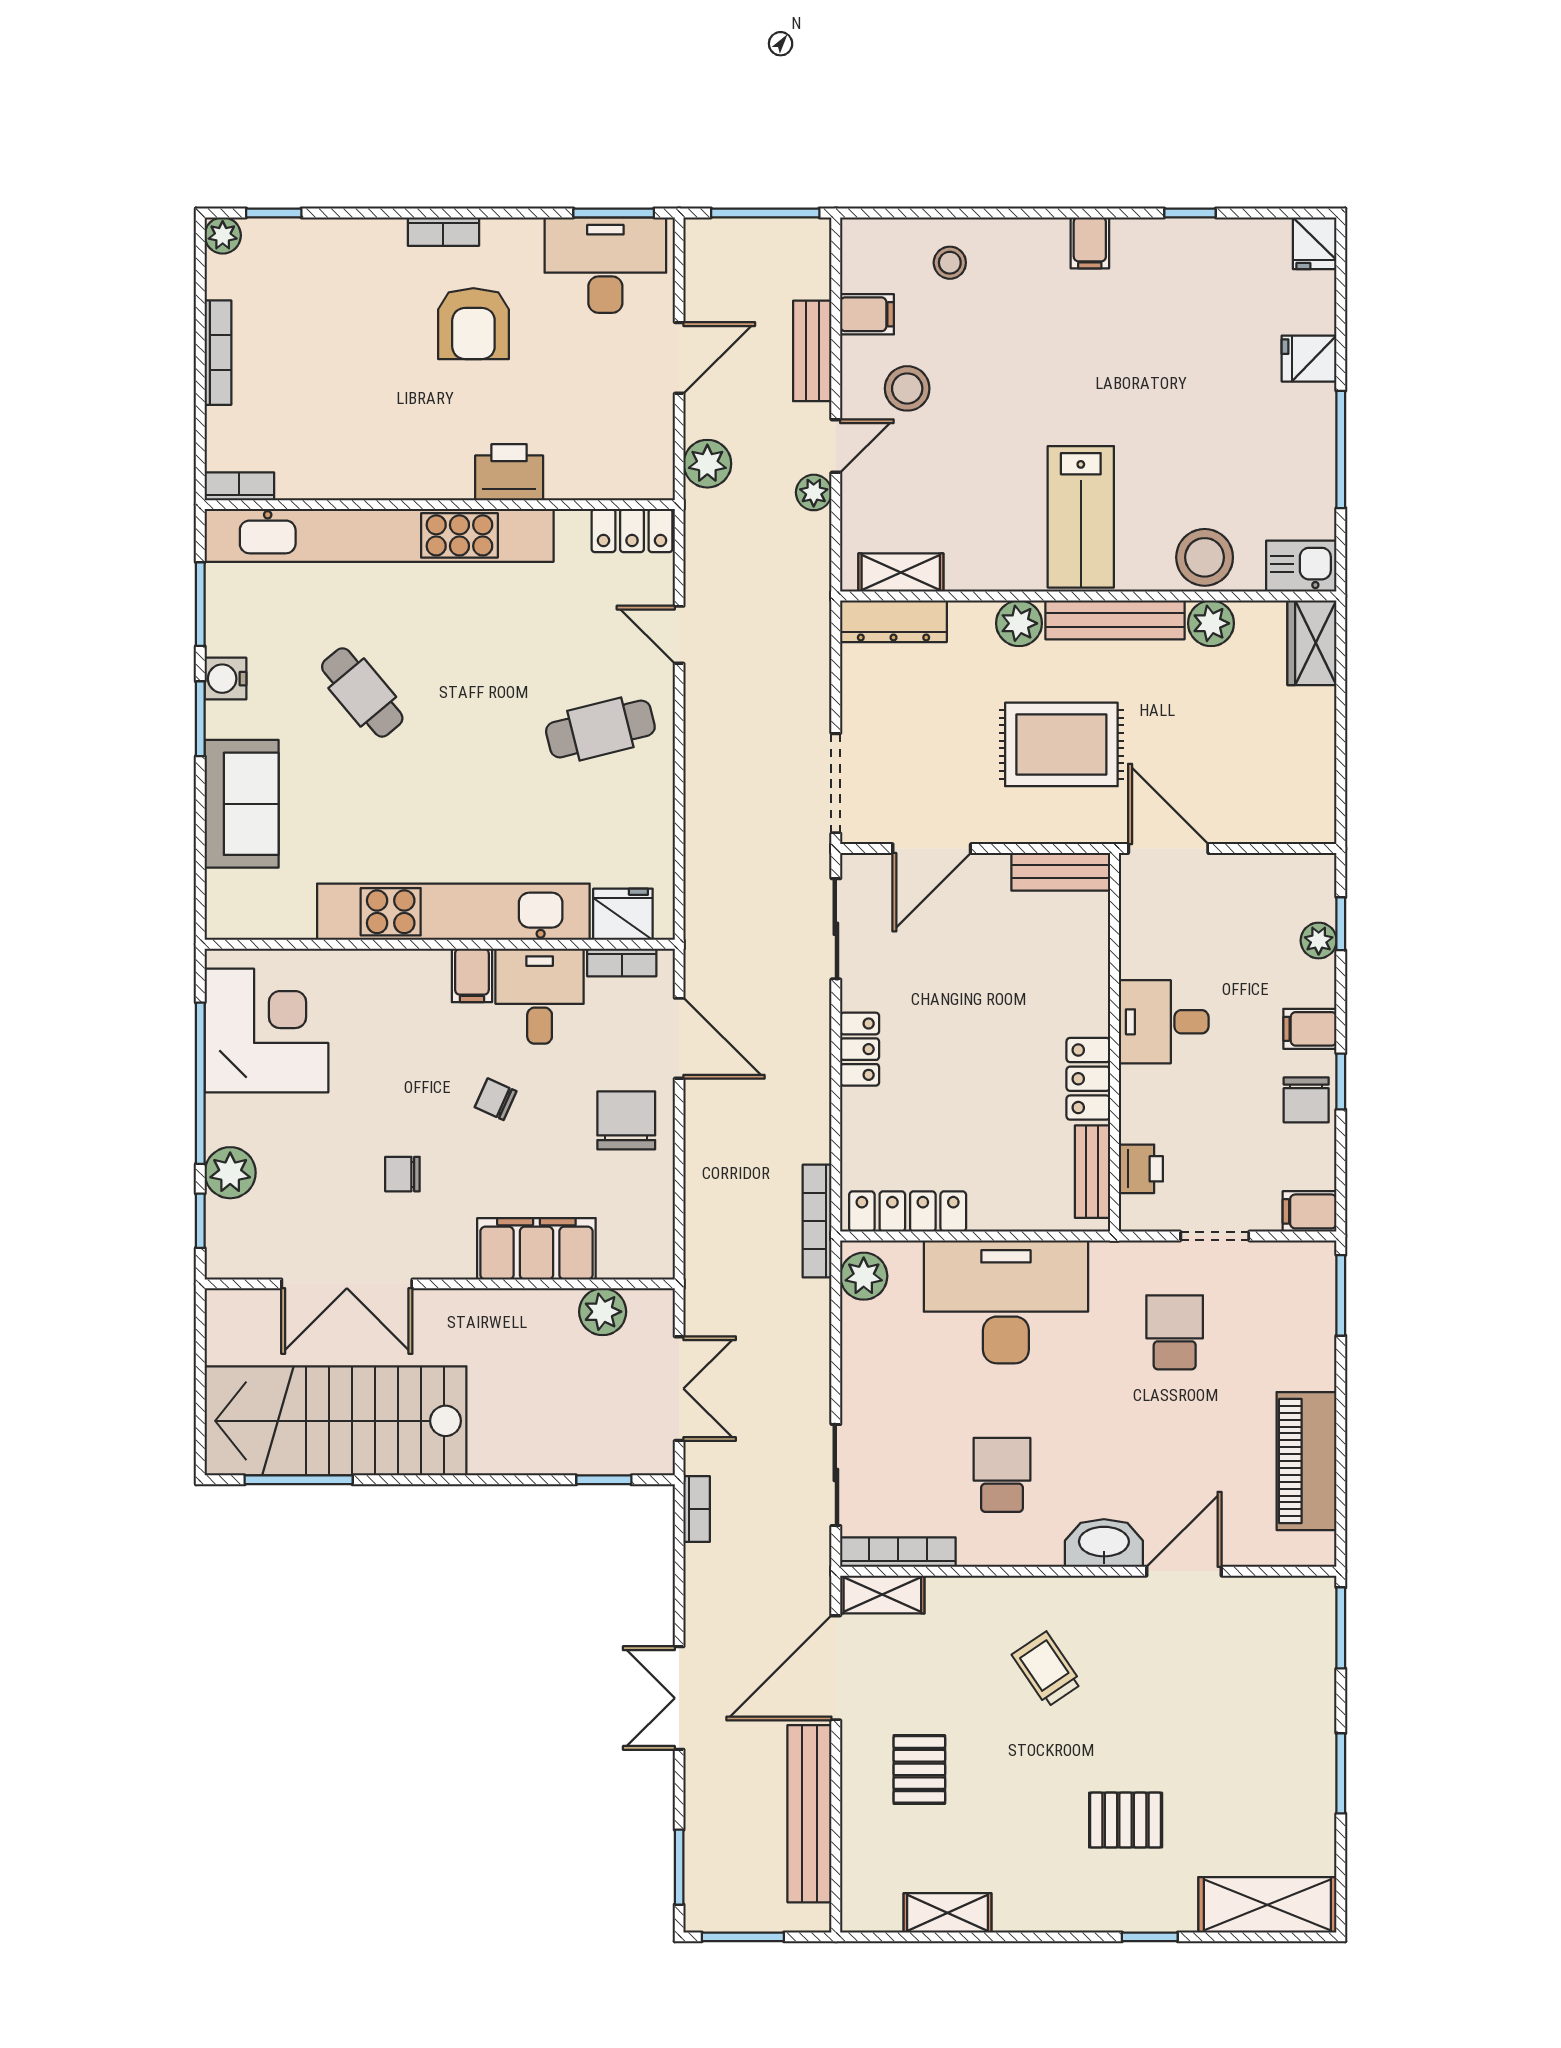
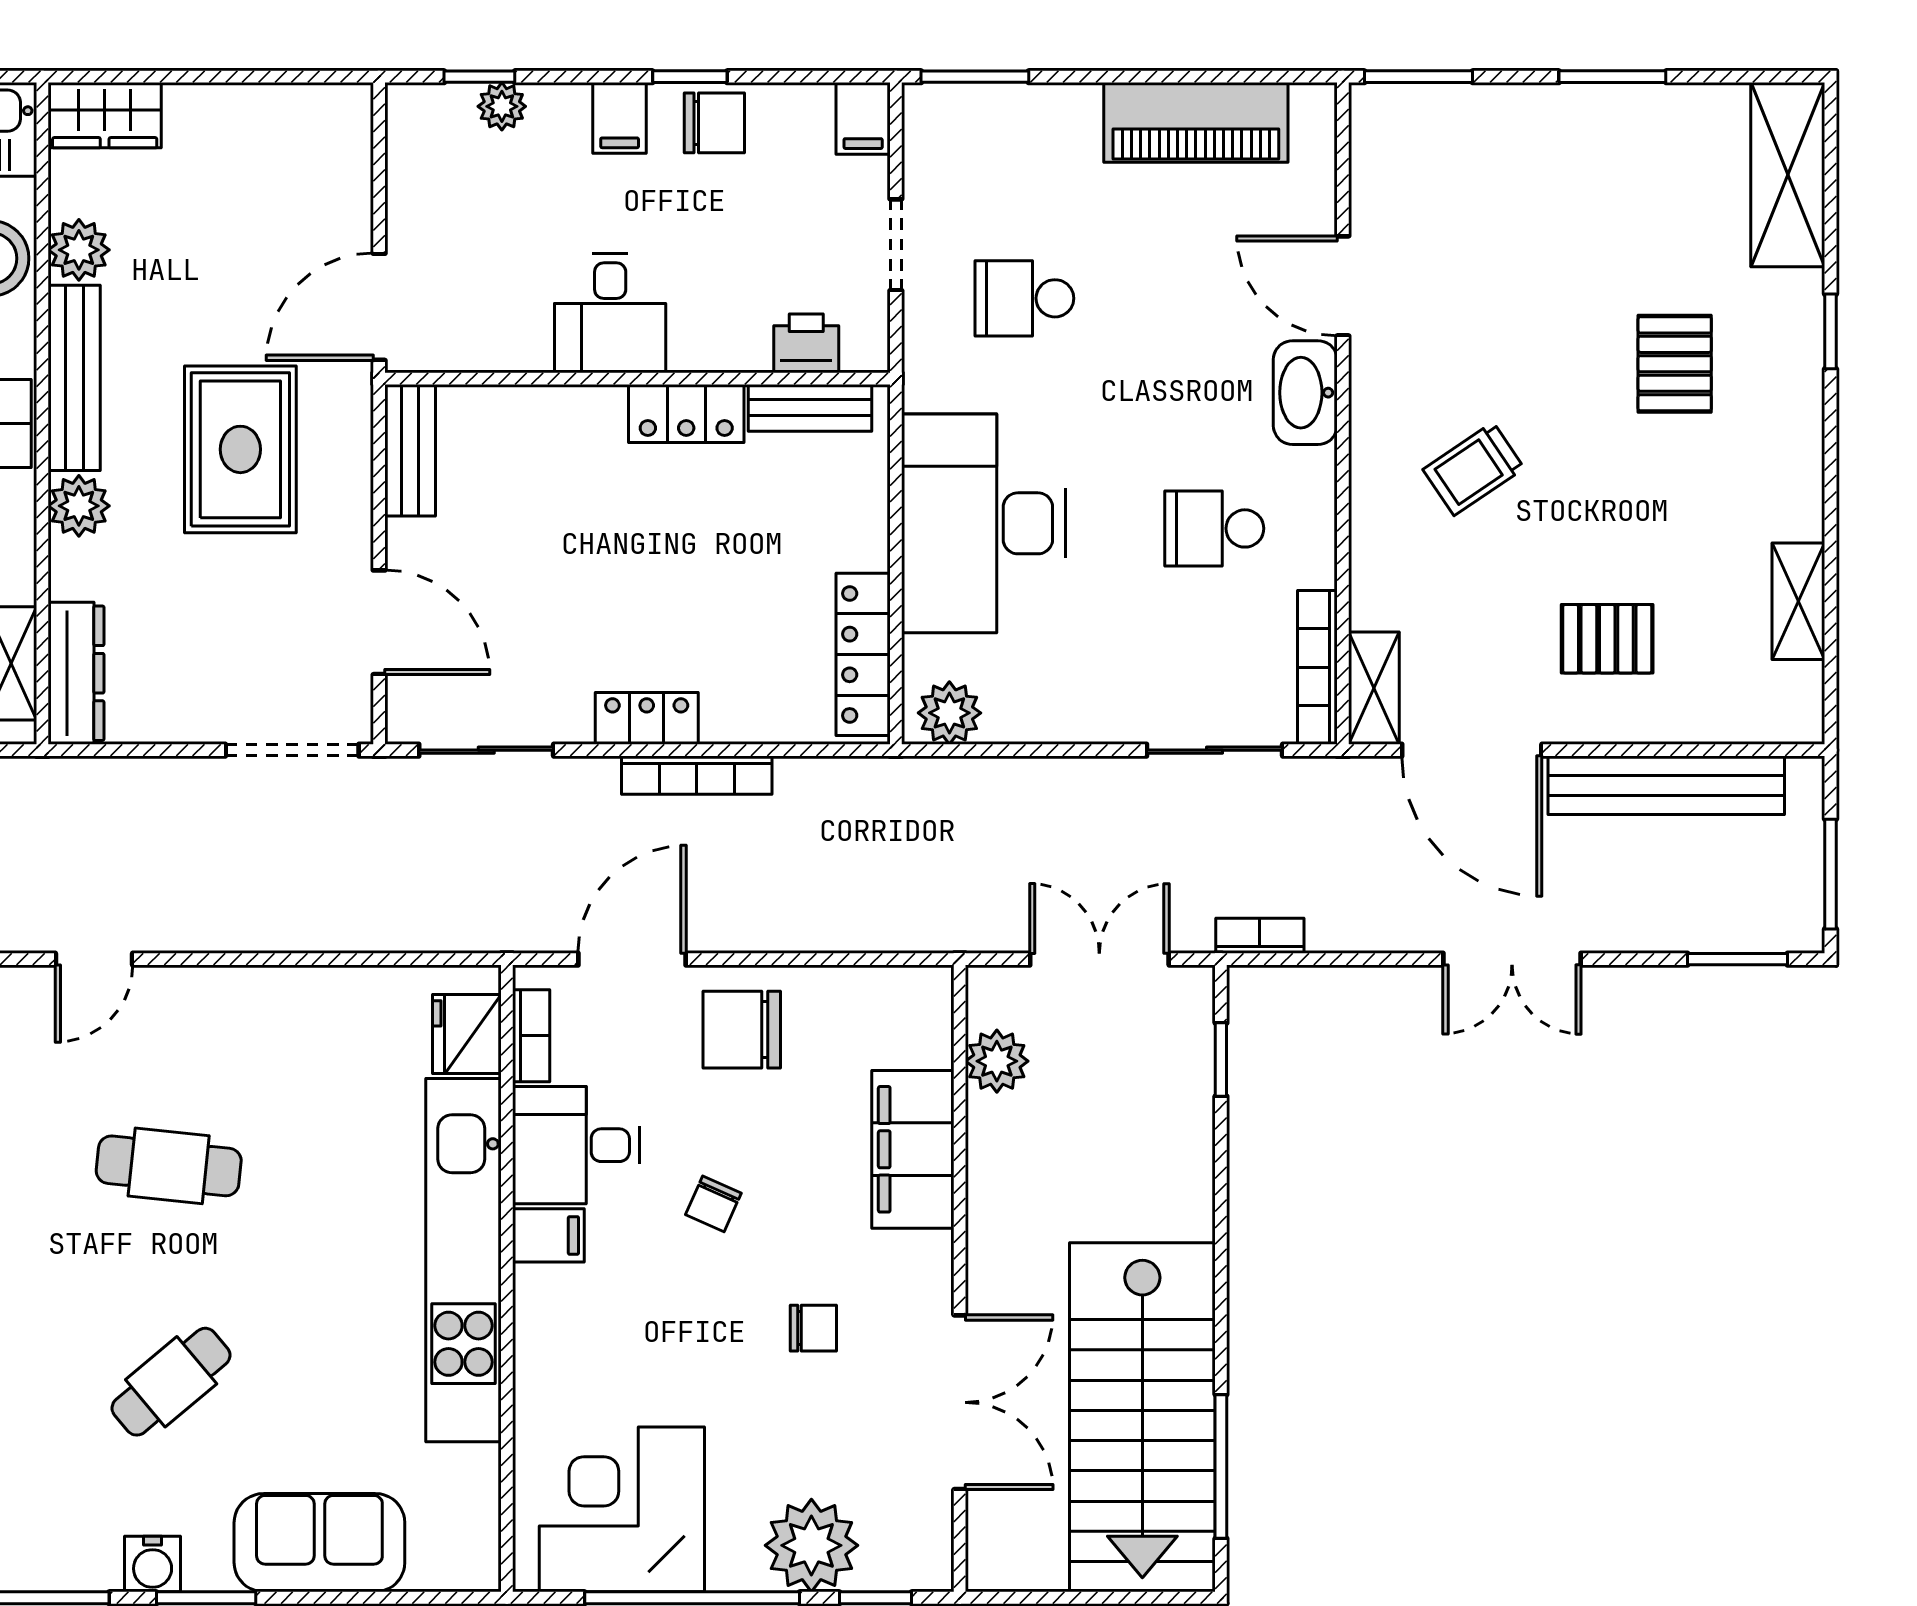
cafe table: (600, 729) -> (169, 1166), moved, turned -70
plant: (230, 1173) -> (811, 1545), width x1.36, depth x1.36
chair: (402, 1174) -> (813, 1328), turned -90
bookcase: (817, 1221) -> (697, 775), moved

